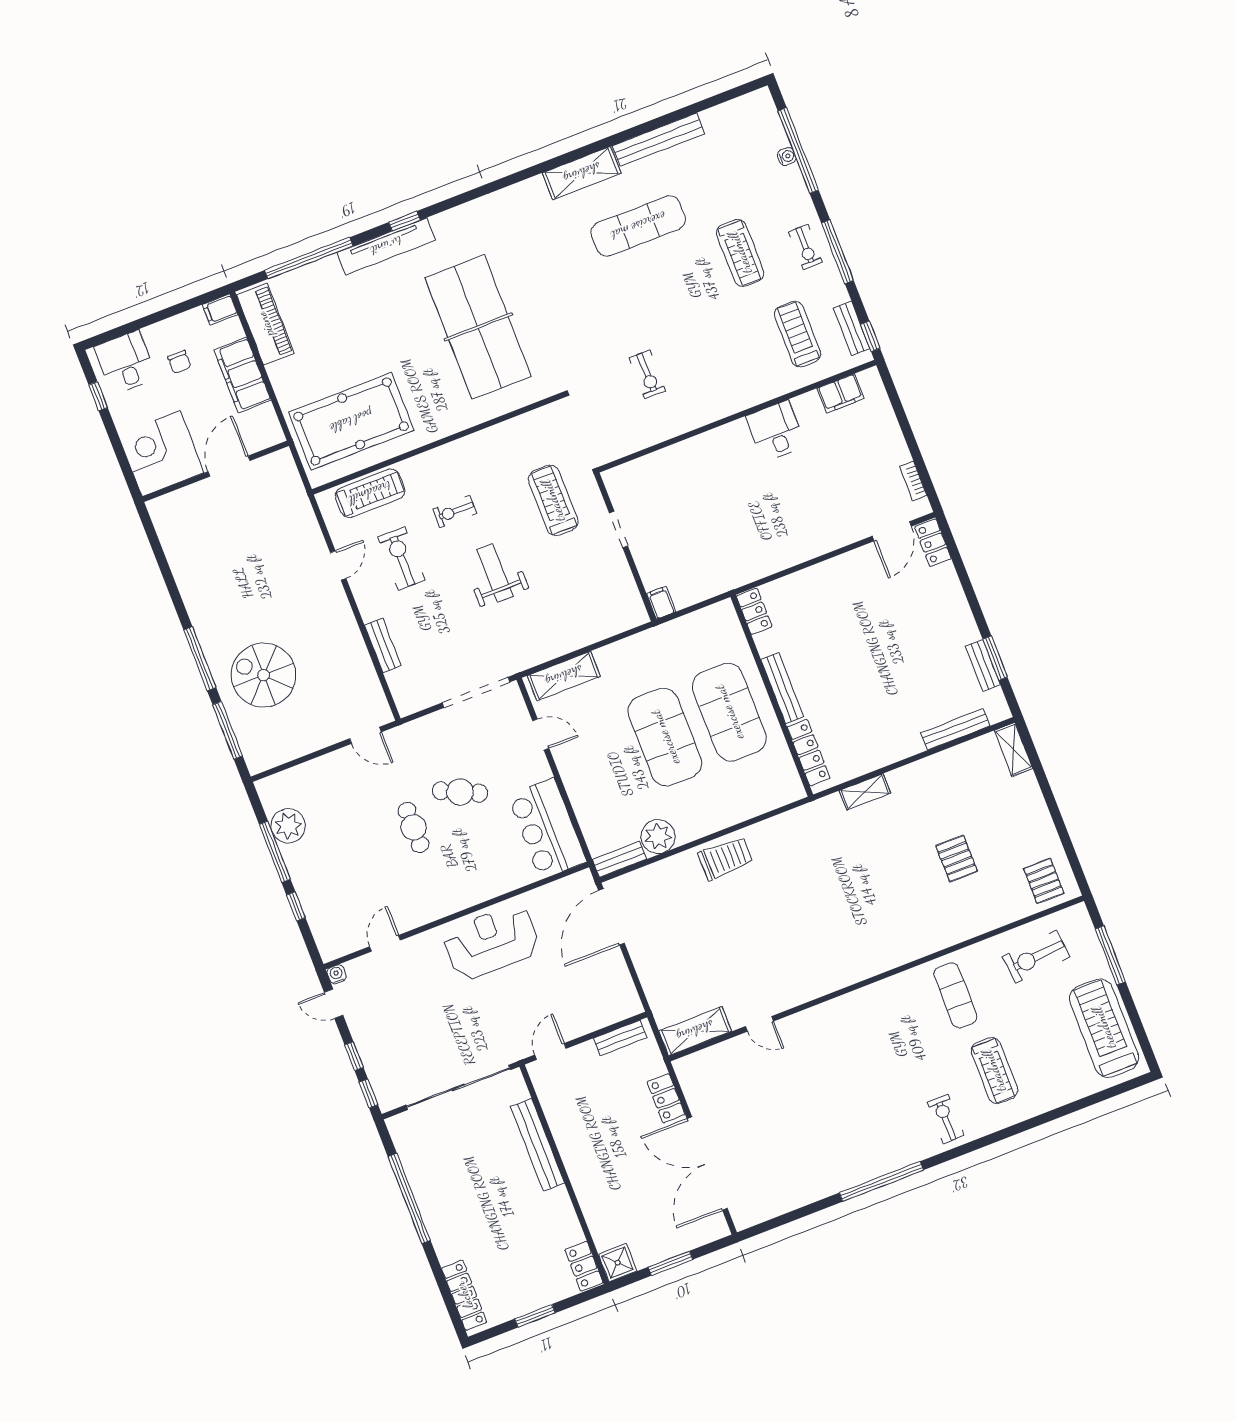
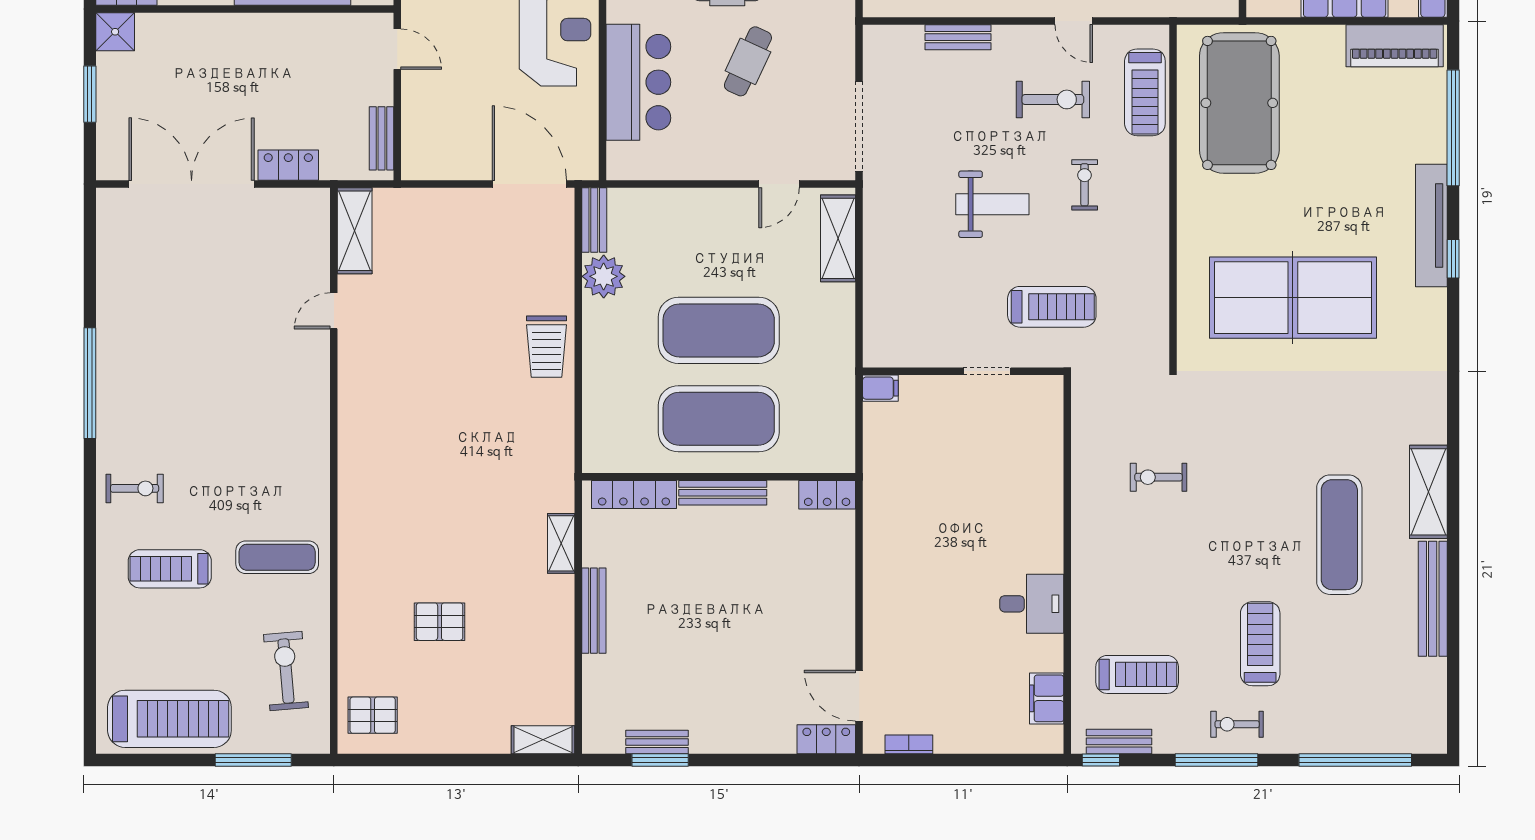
water cooler: (787, 156) -> (1354, 744), removed
treadmill: (740, 253) -> (1260, 644), turned 90
bench: (955, 729) -> (594, 611), moved
bar counter: (547, 829) -> (638, 82), moved, turned 90

